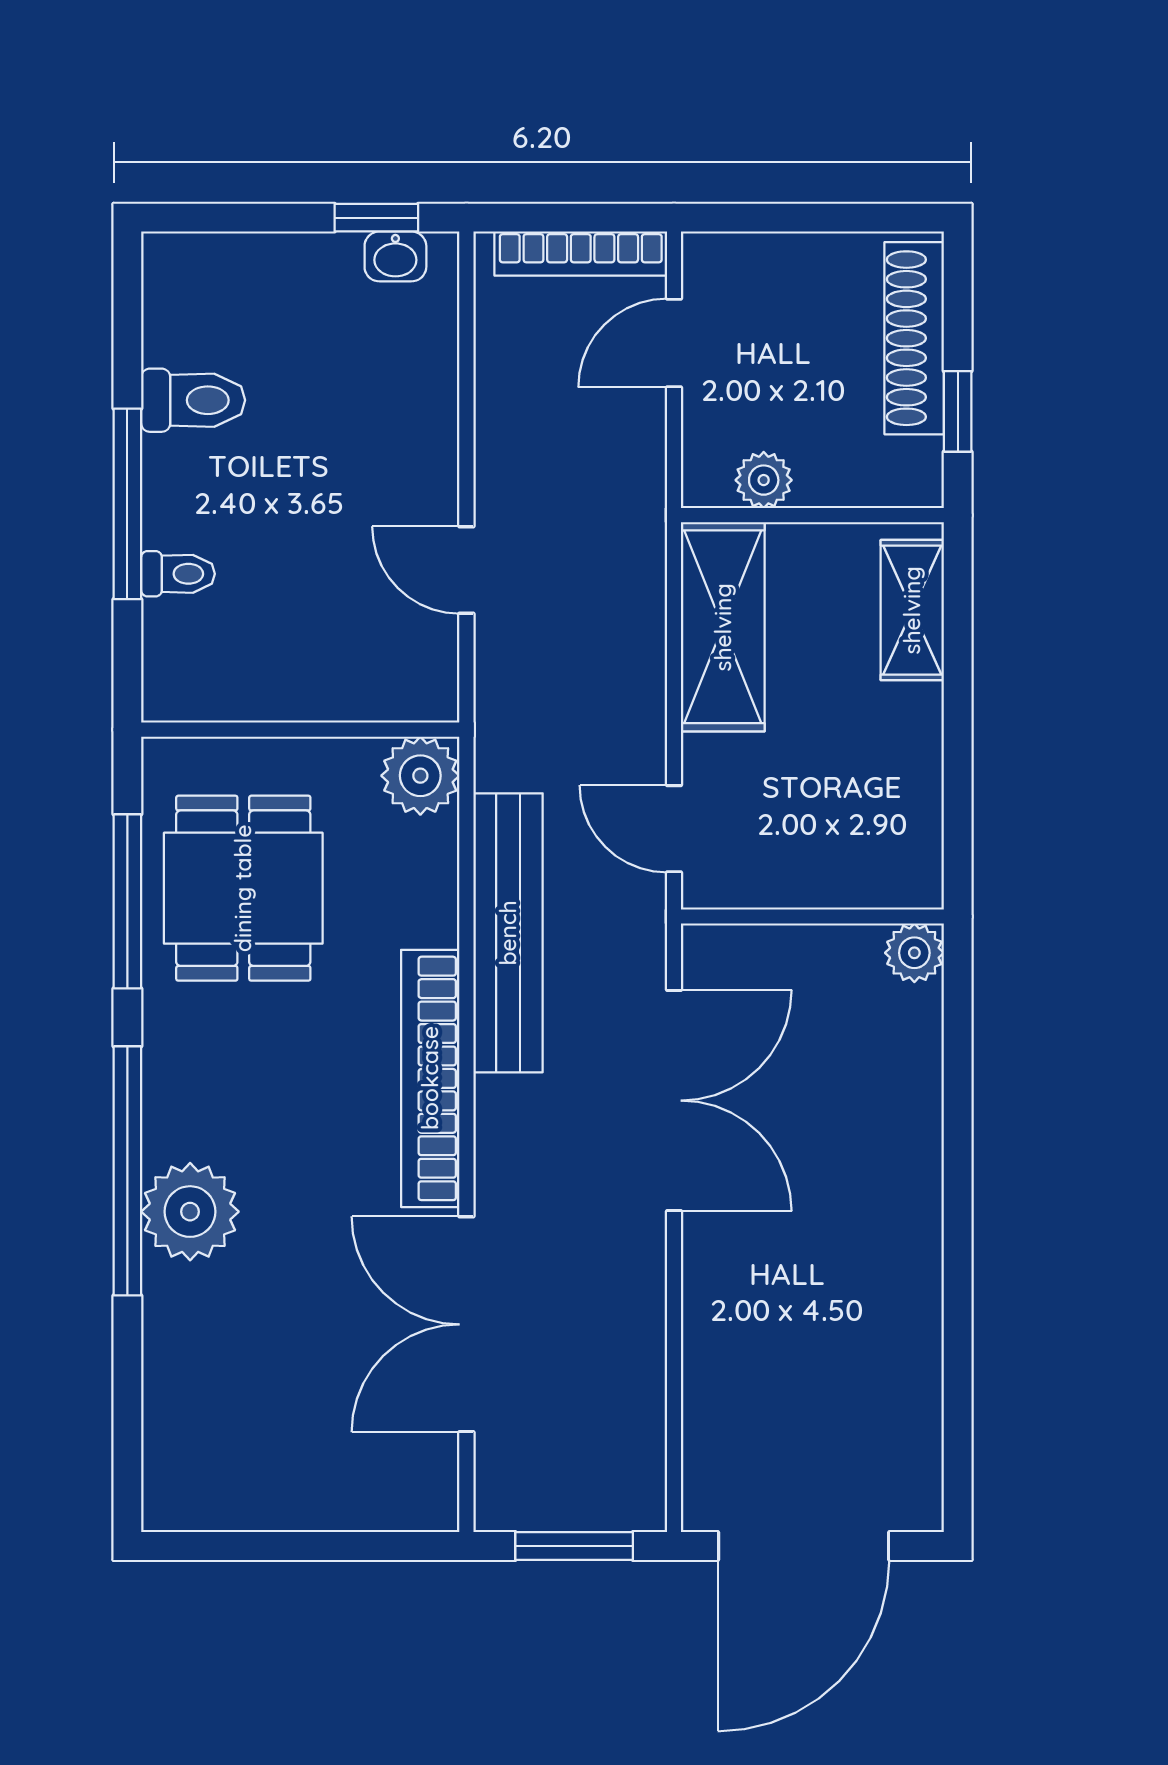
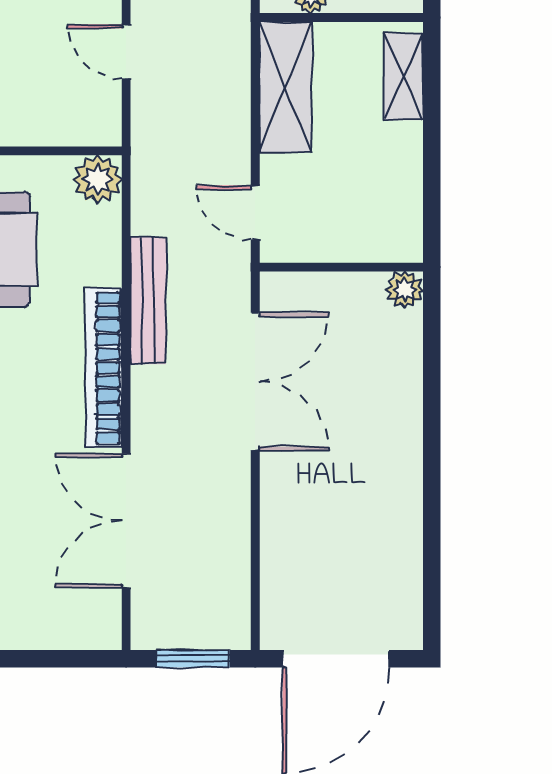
bench: (508, 933) -> (148, 301), width x0.73, depth x0.82

